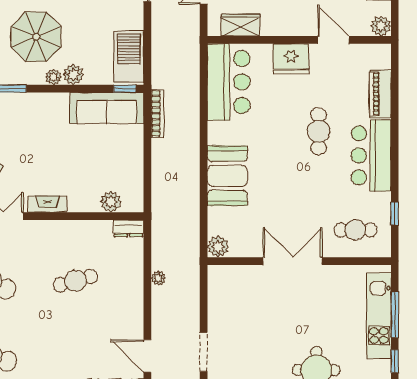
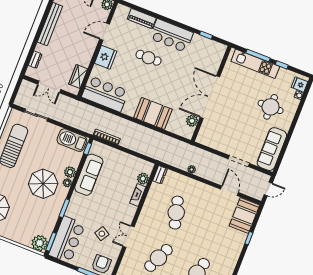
sofa: (107, 108) -> (89, 175), moved
fireplace: (47, 204) -> (138, 195), moved
cafe table: (355, 230) -> (207, 59), removed
plant: (218, 247) -> (192, 121), moved
double door: (293, 261) -> (210, 97), width x1.36
cafe table: (75, 281) -> (176, 213), width x1.37, depth x1.35
door: (147, 356) -> (229, 191), swing flipped

